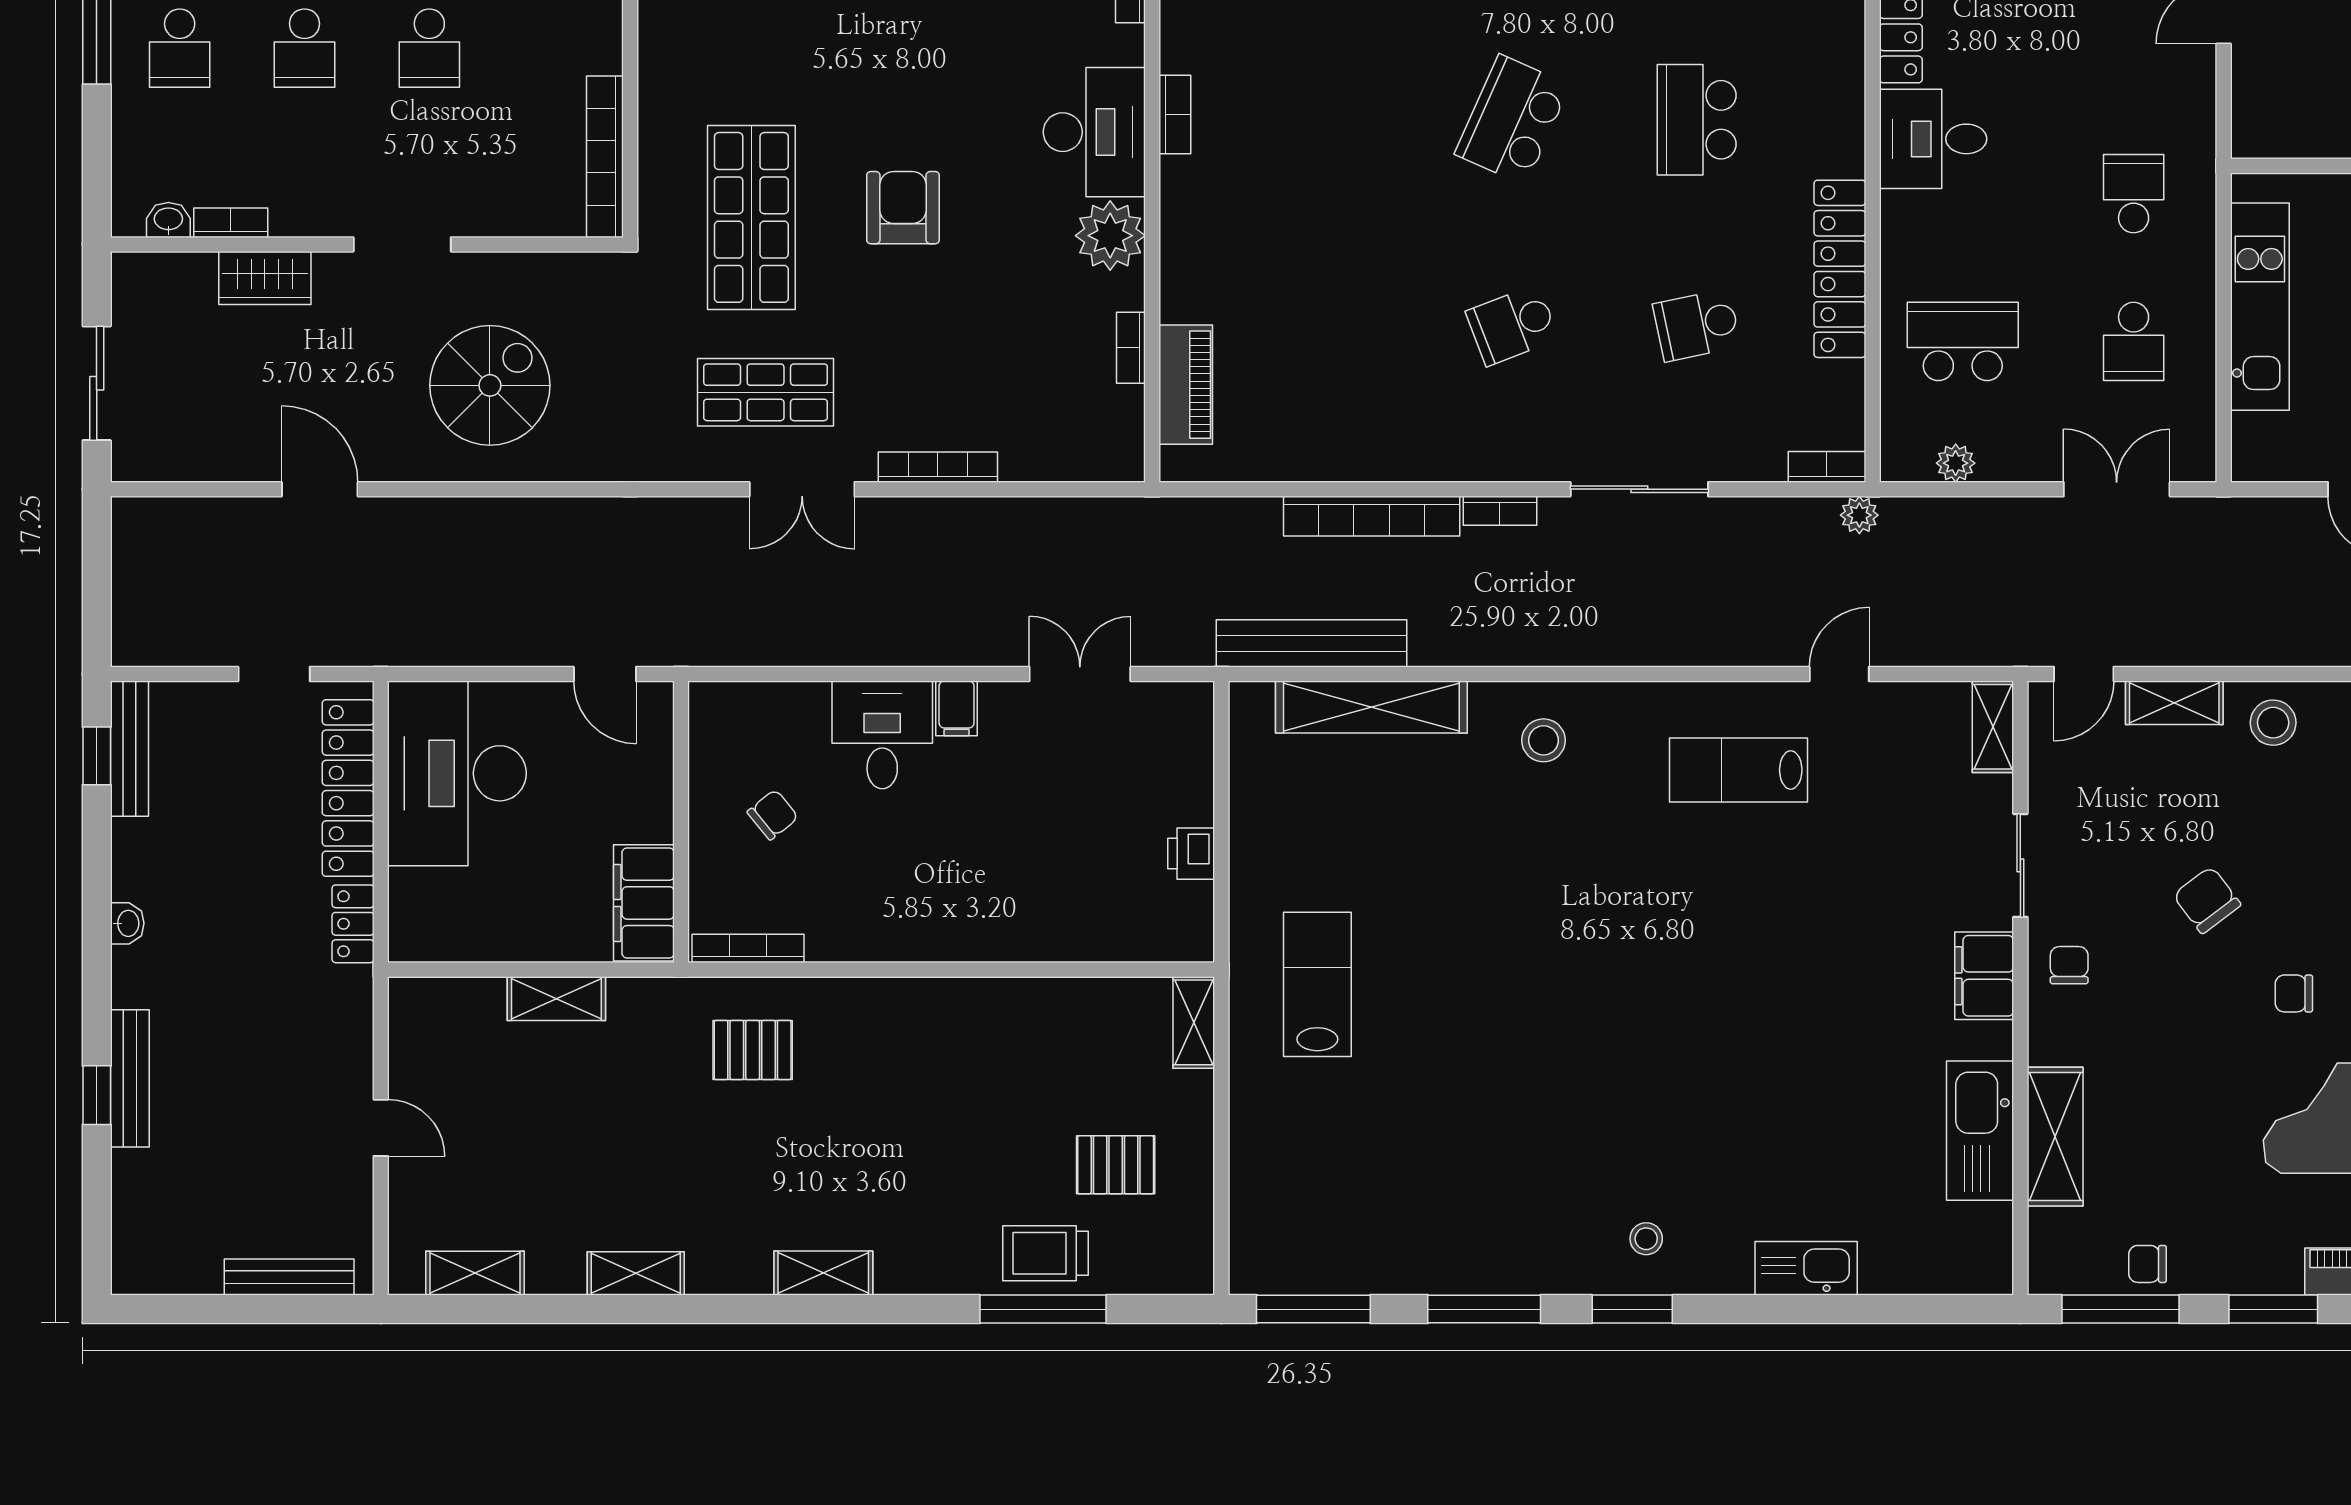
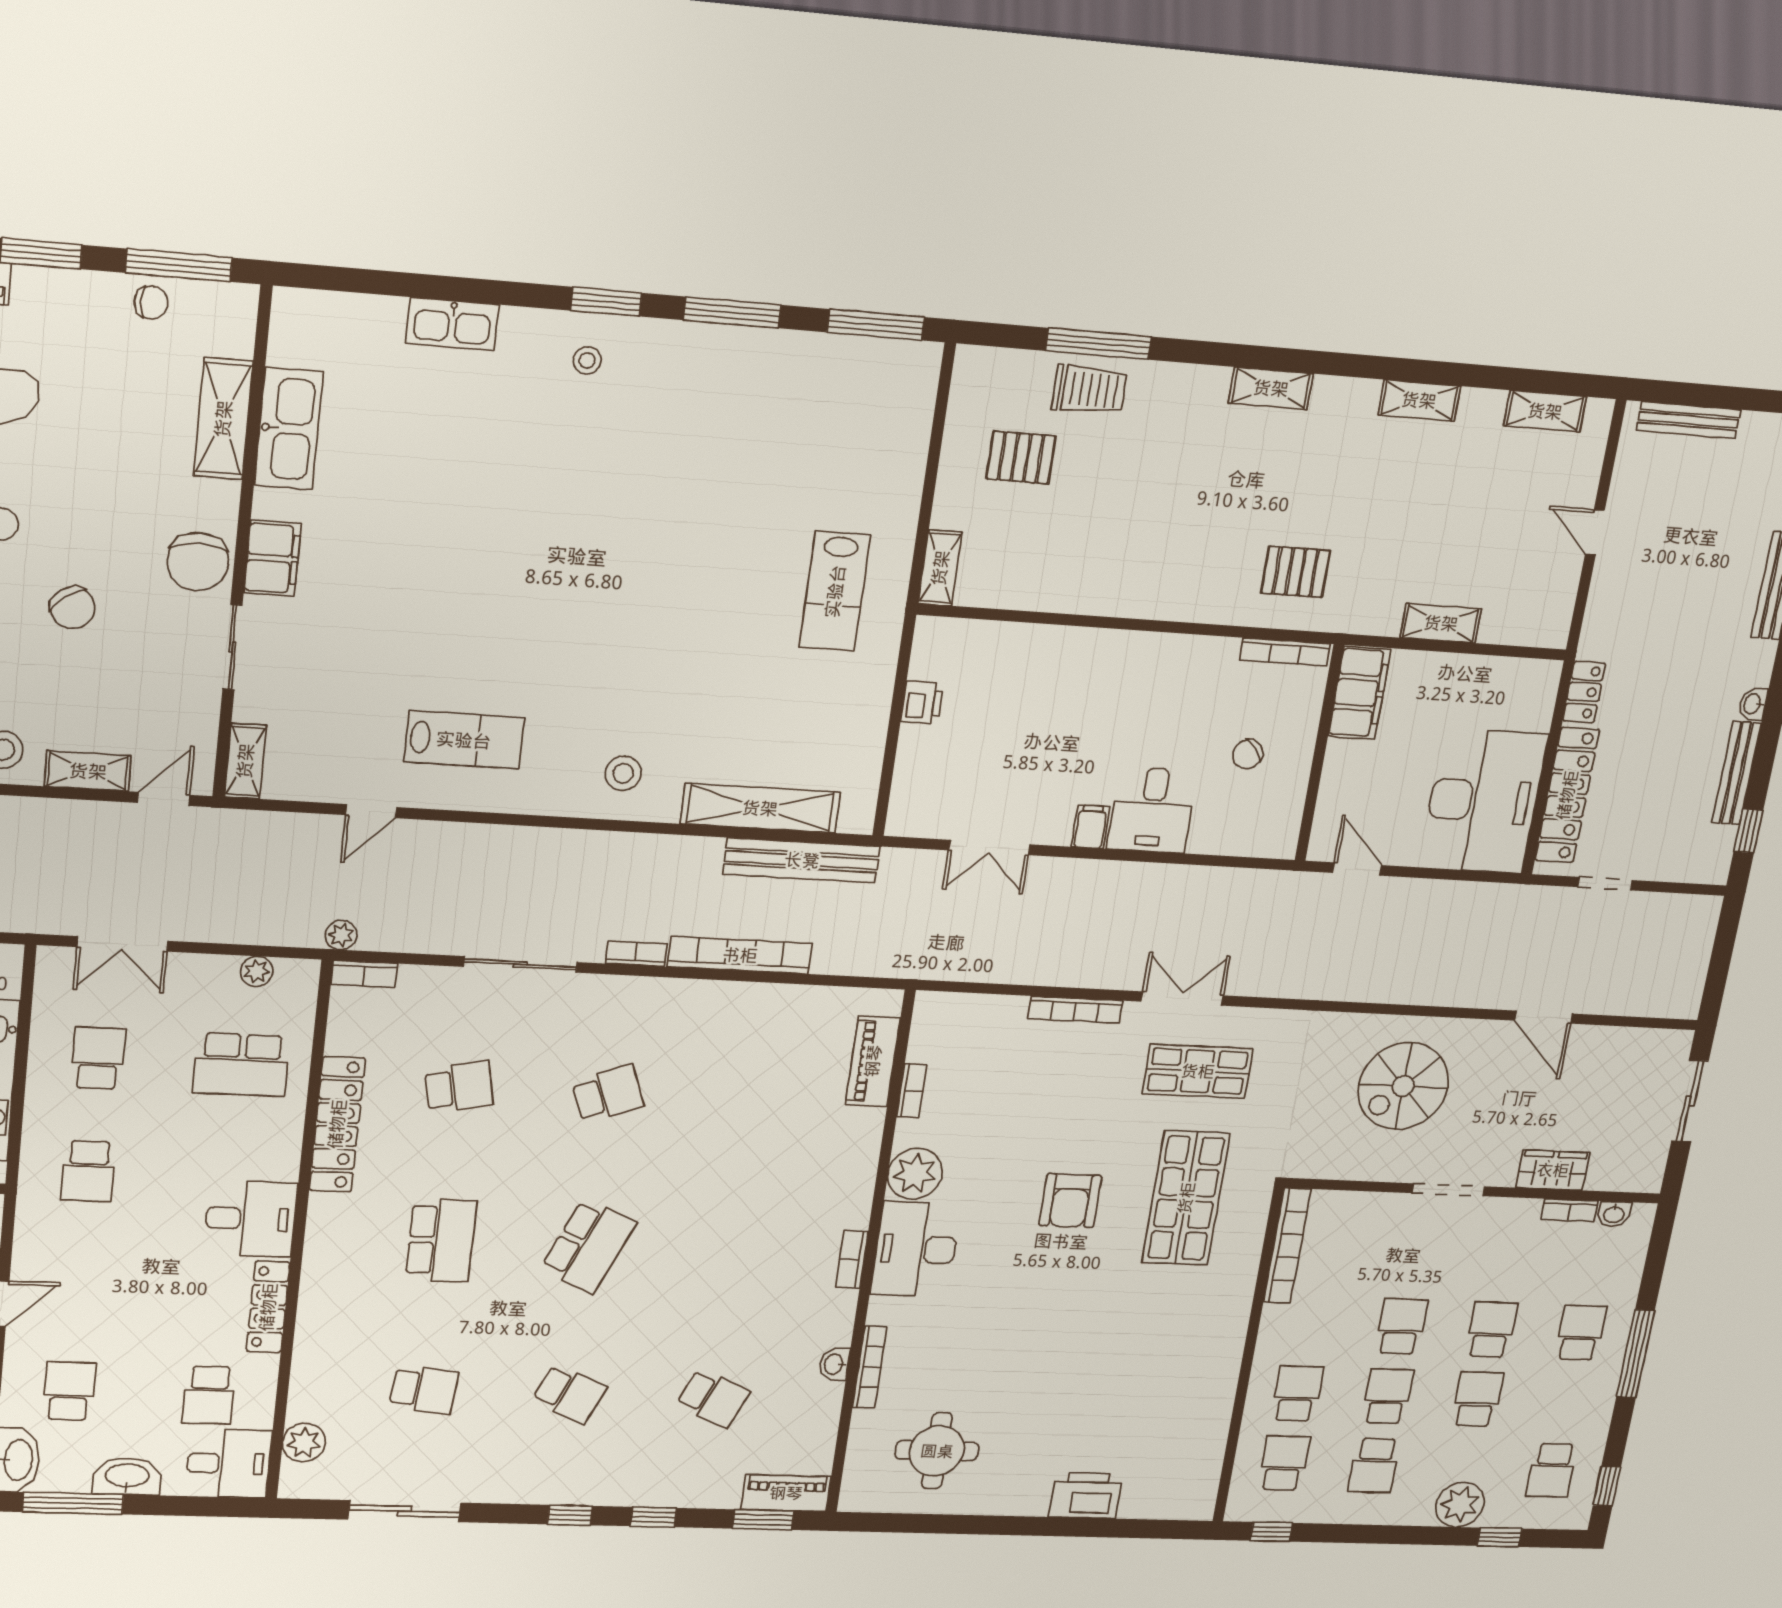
bench: (130, 749) -> (1736, 773), moved
chair: (2069, 965) -> (198, 562), width x1.87, depth x1.87

